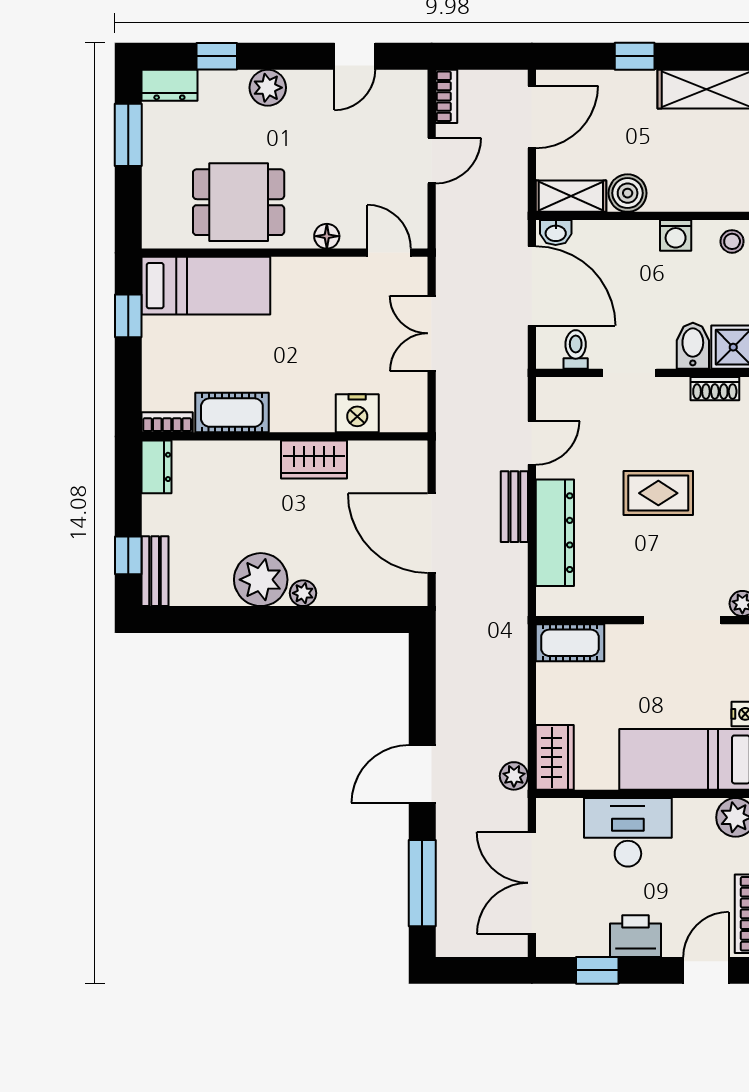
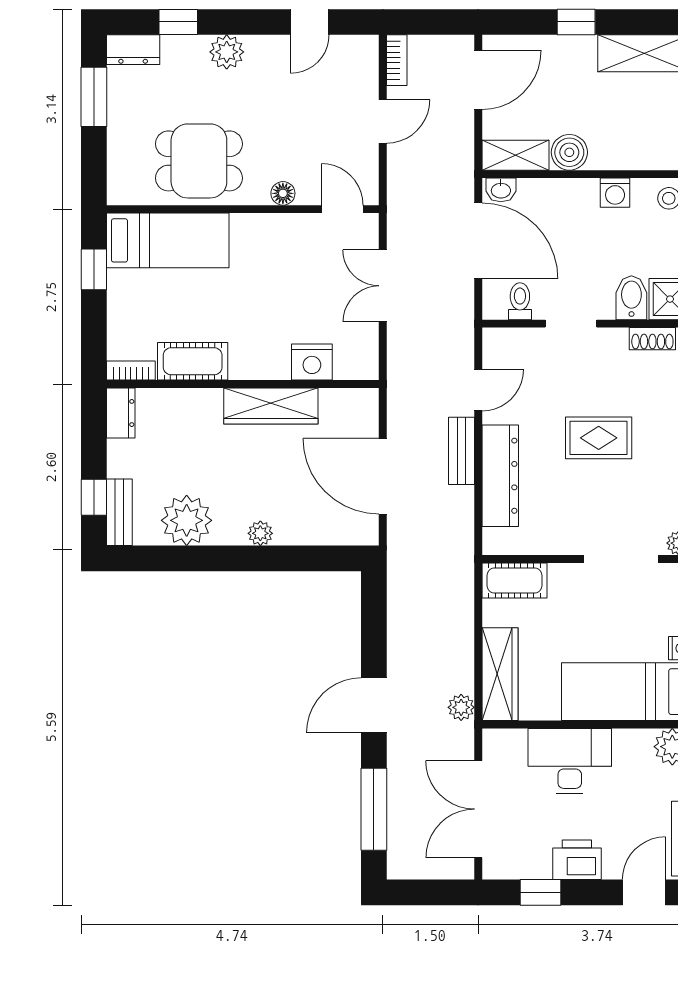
wardrobe: (314, 460) -> (271, 406), width x1.50
plant: (261, 580) -> (187, 520), moved
wardrobe: (555, 757) -> (500, 674), width x1.50

